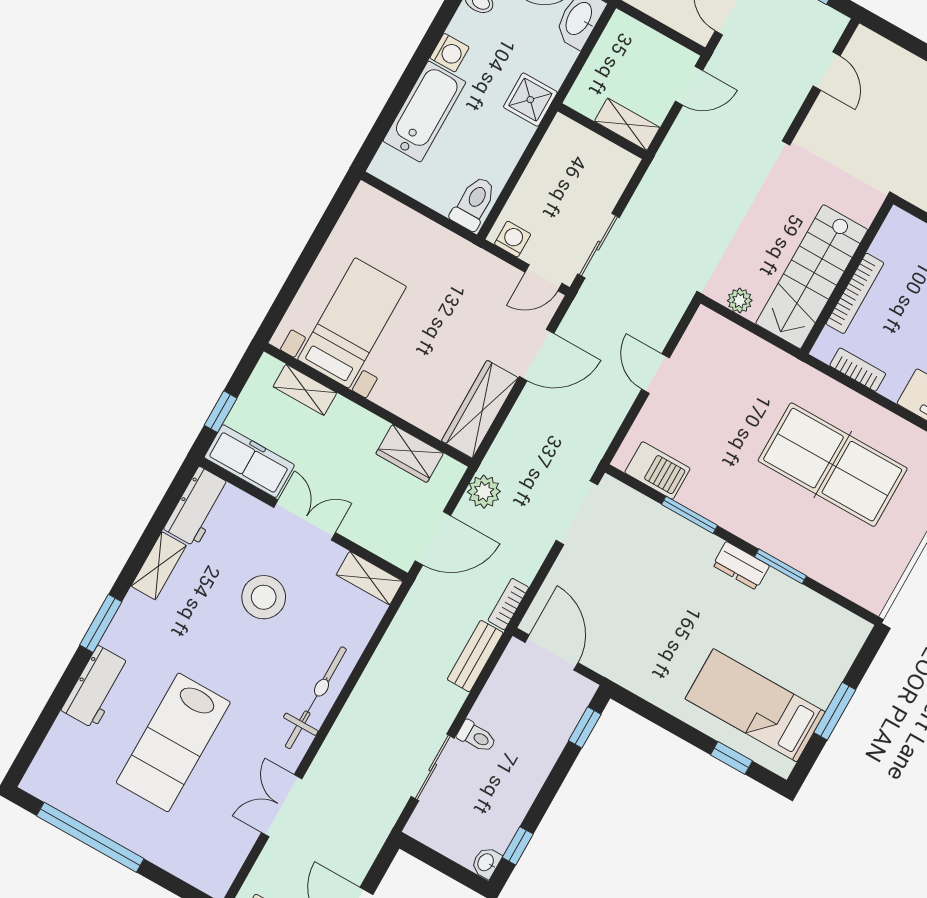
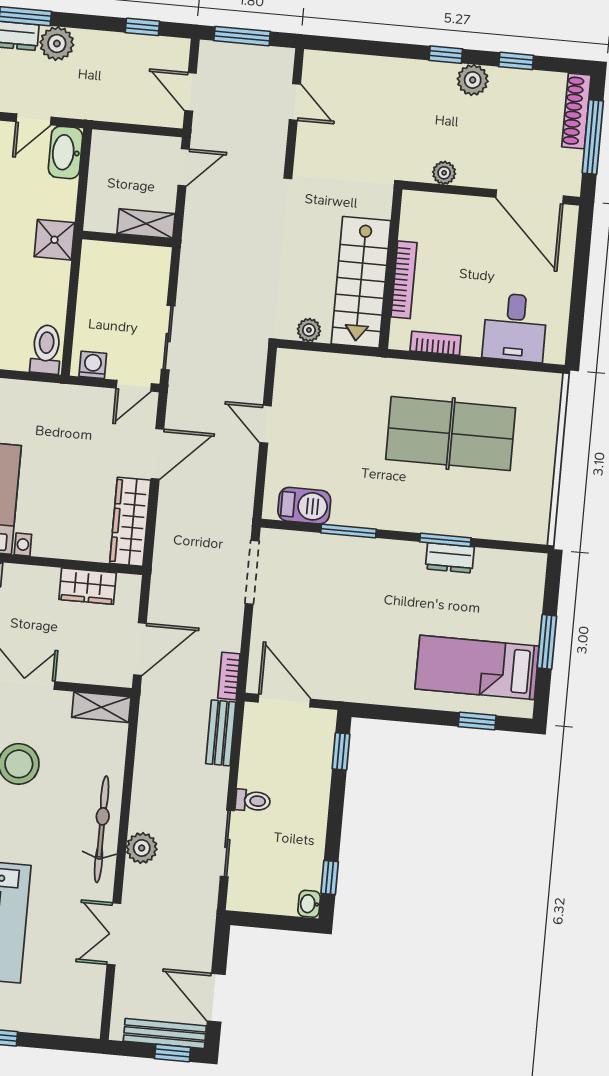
plant: (484, 492) -> (142, 848), moved
dresser: (741, 566) -> (450, 558), moved

